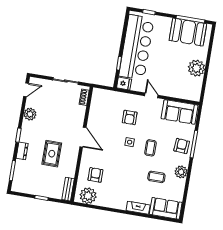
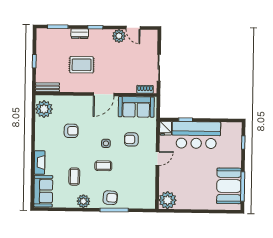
bar counter: (136, 47) -> (196, 135), width x0.73
plant: (196, 68) -> (168, 200), moved
door: (26, 90) -> (133, 28), moved
sofa: (180, 112) -> (136, 107), moved, turned -90
armchair: (95, 175) -> (71, 131), moved

